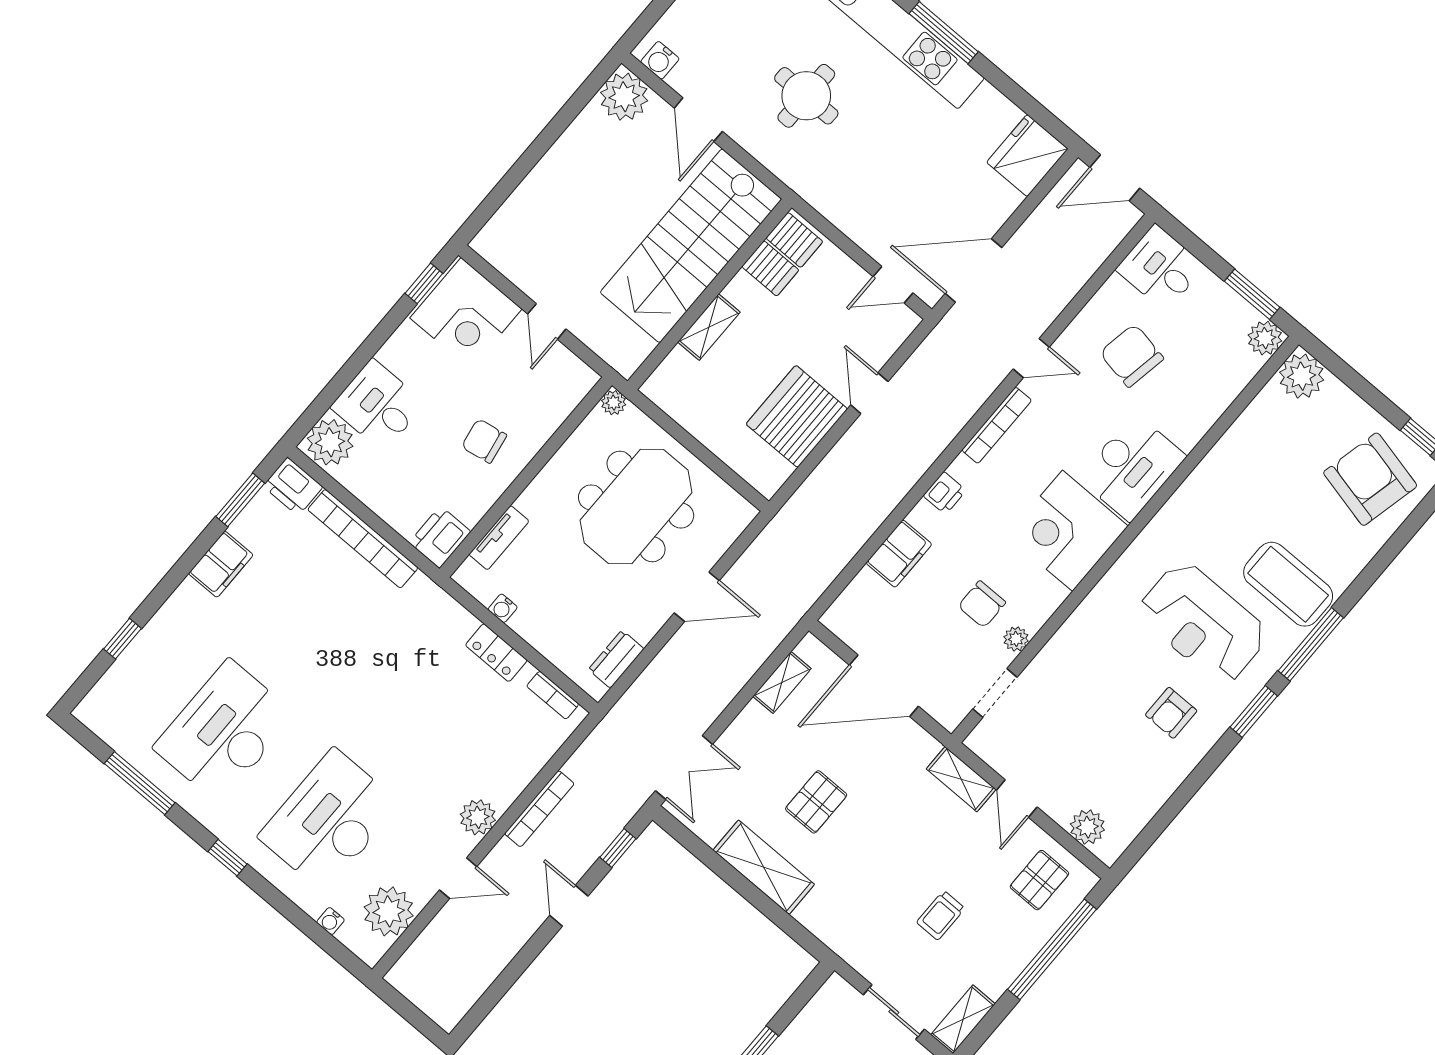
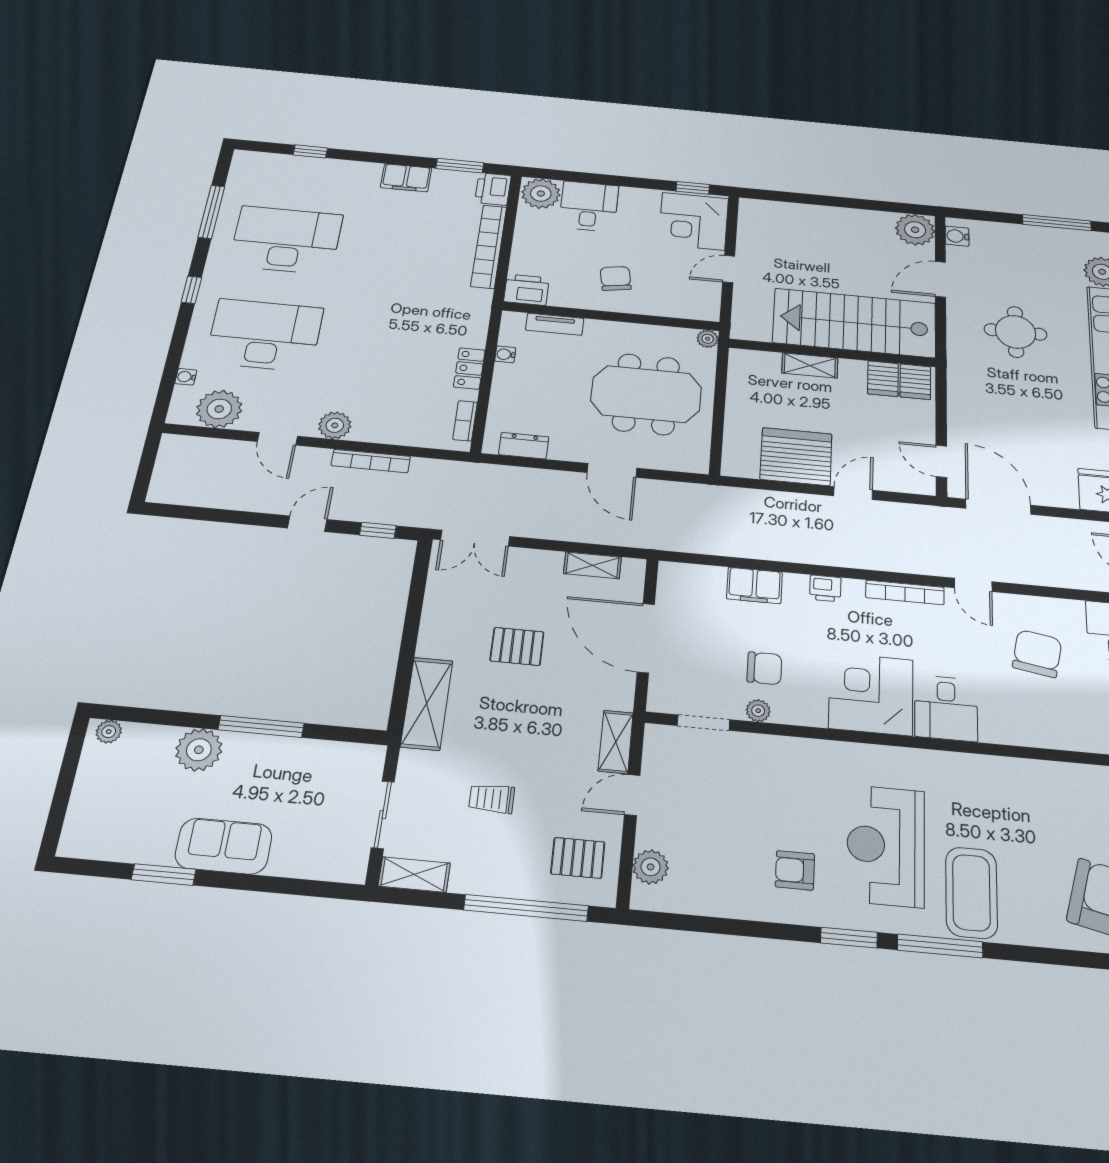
desk: (1132, 467) -> (946, 708), width x0.73
chair: (982, 604) -> (764, 668), turned 180
shelving: (764, 867) -> (427, 704), moved

